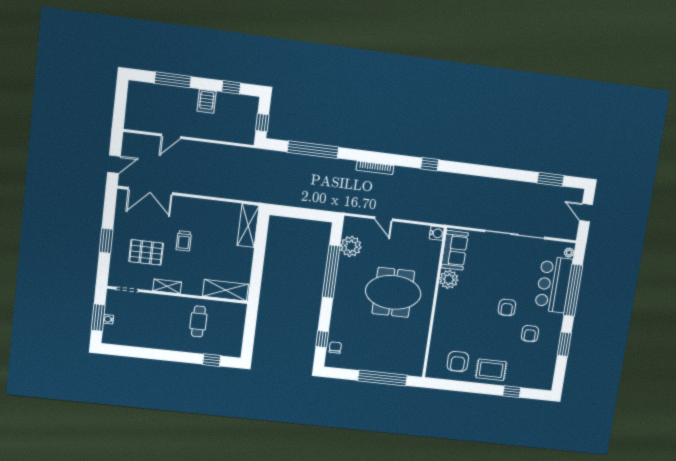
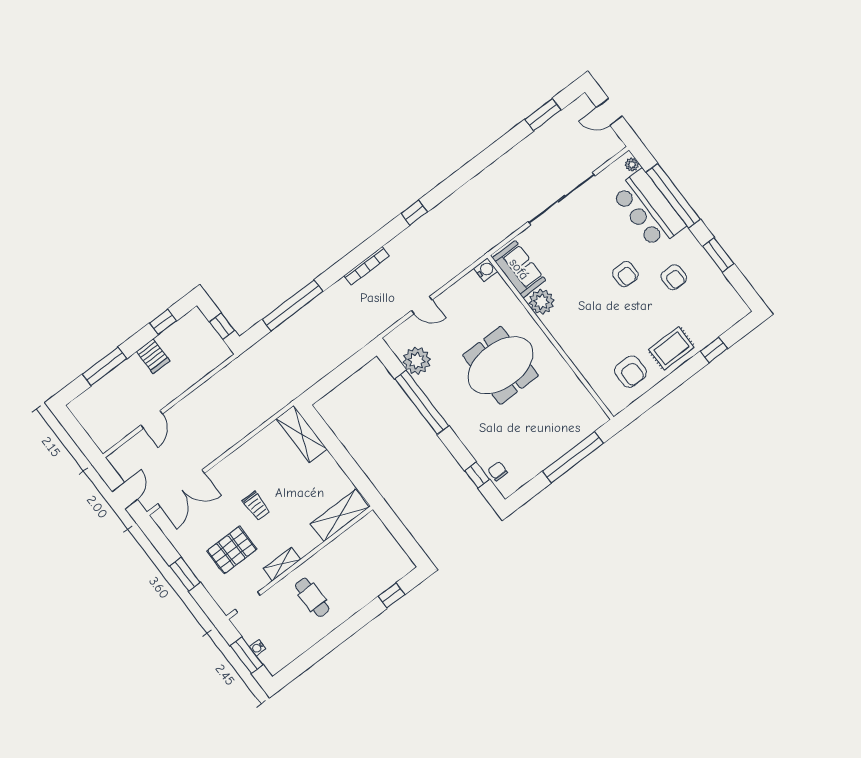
cafe table: (198, 321) -> (312, 597), moved

